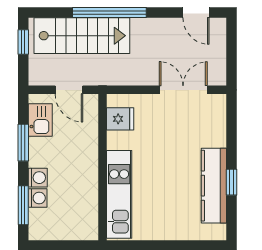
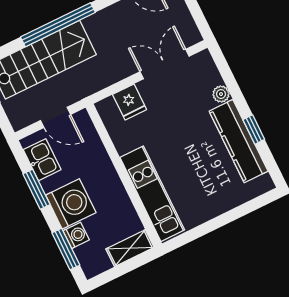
fridge: (120, 119) -> (130, 102), moved, turned 90
plant: (218, 139) -> (221, 94), added
washing machine: (38, 178) -> (71, 204), width x1.89, depth x1.89
shelving: (78, 231) -> (130, 248), added

